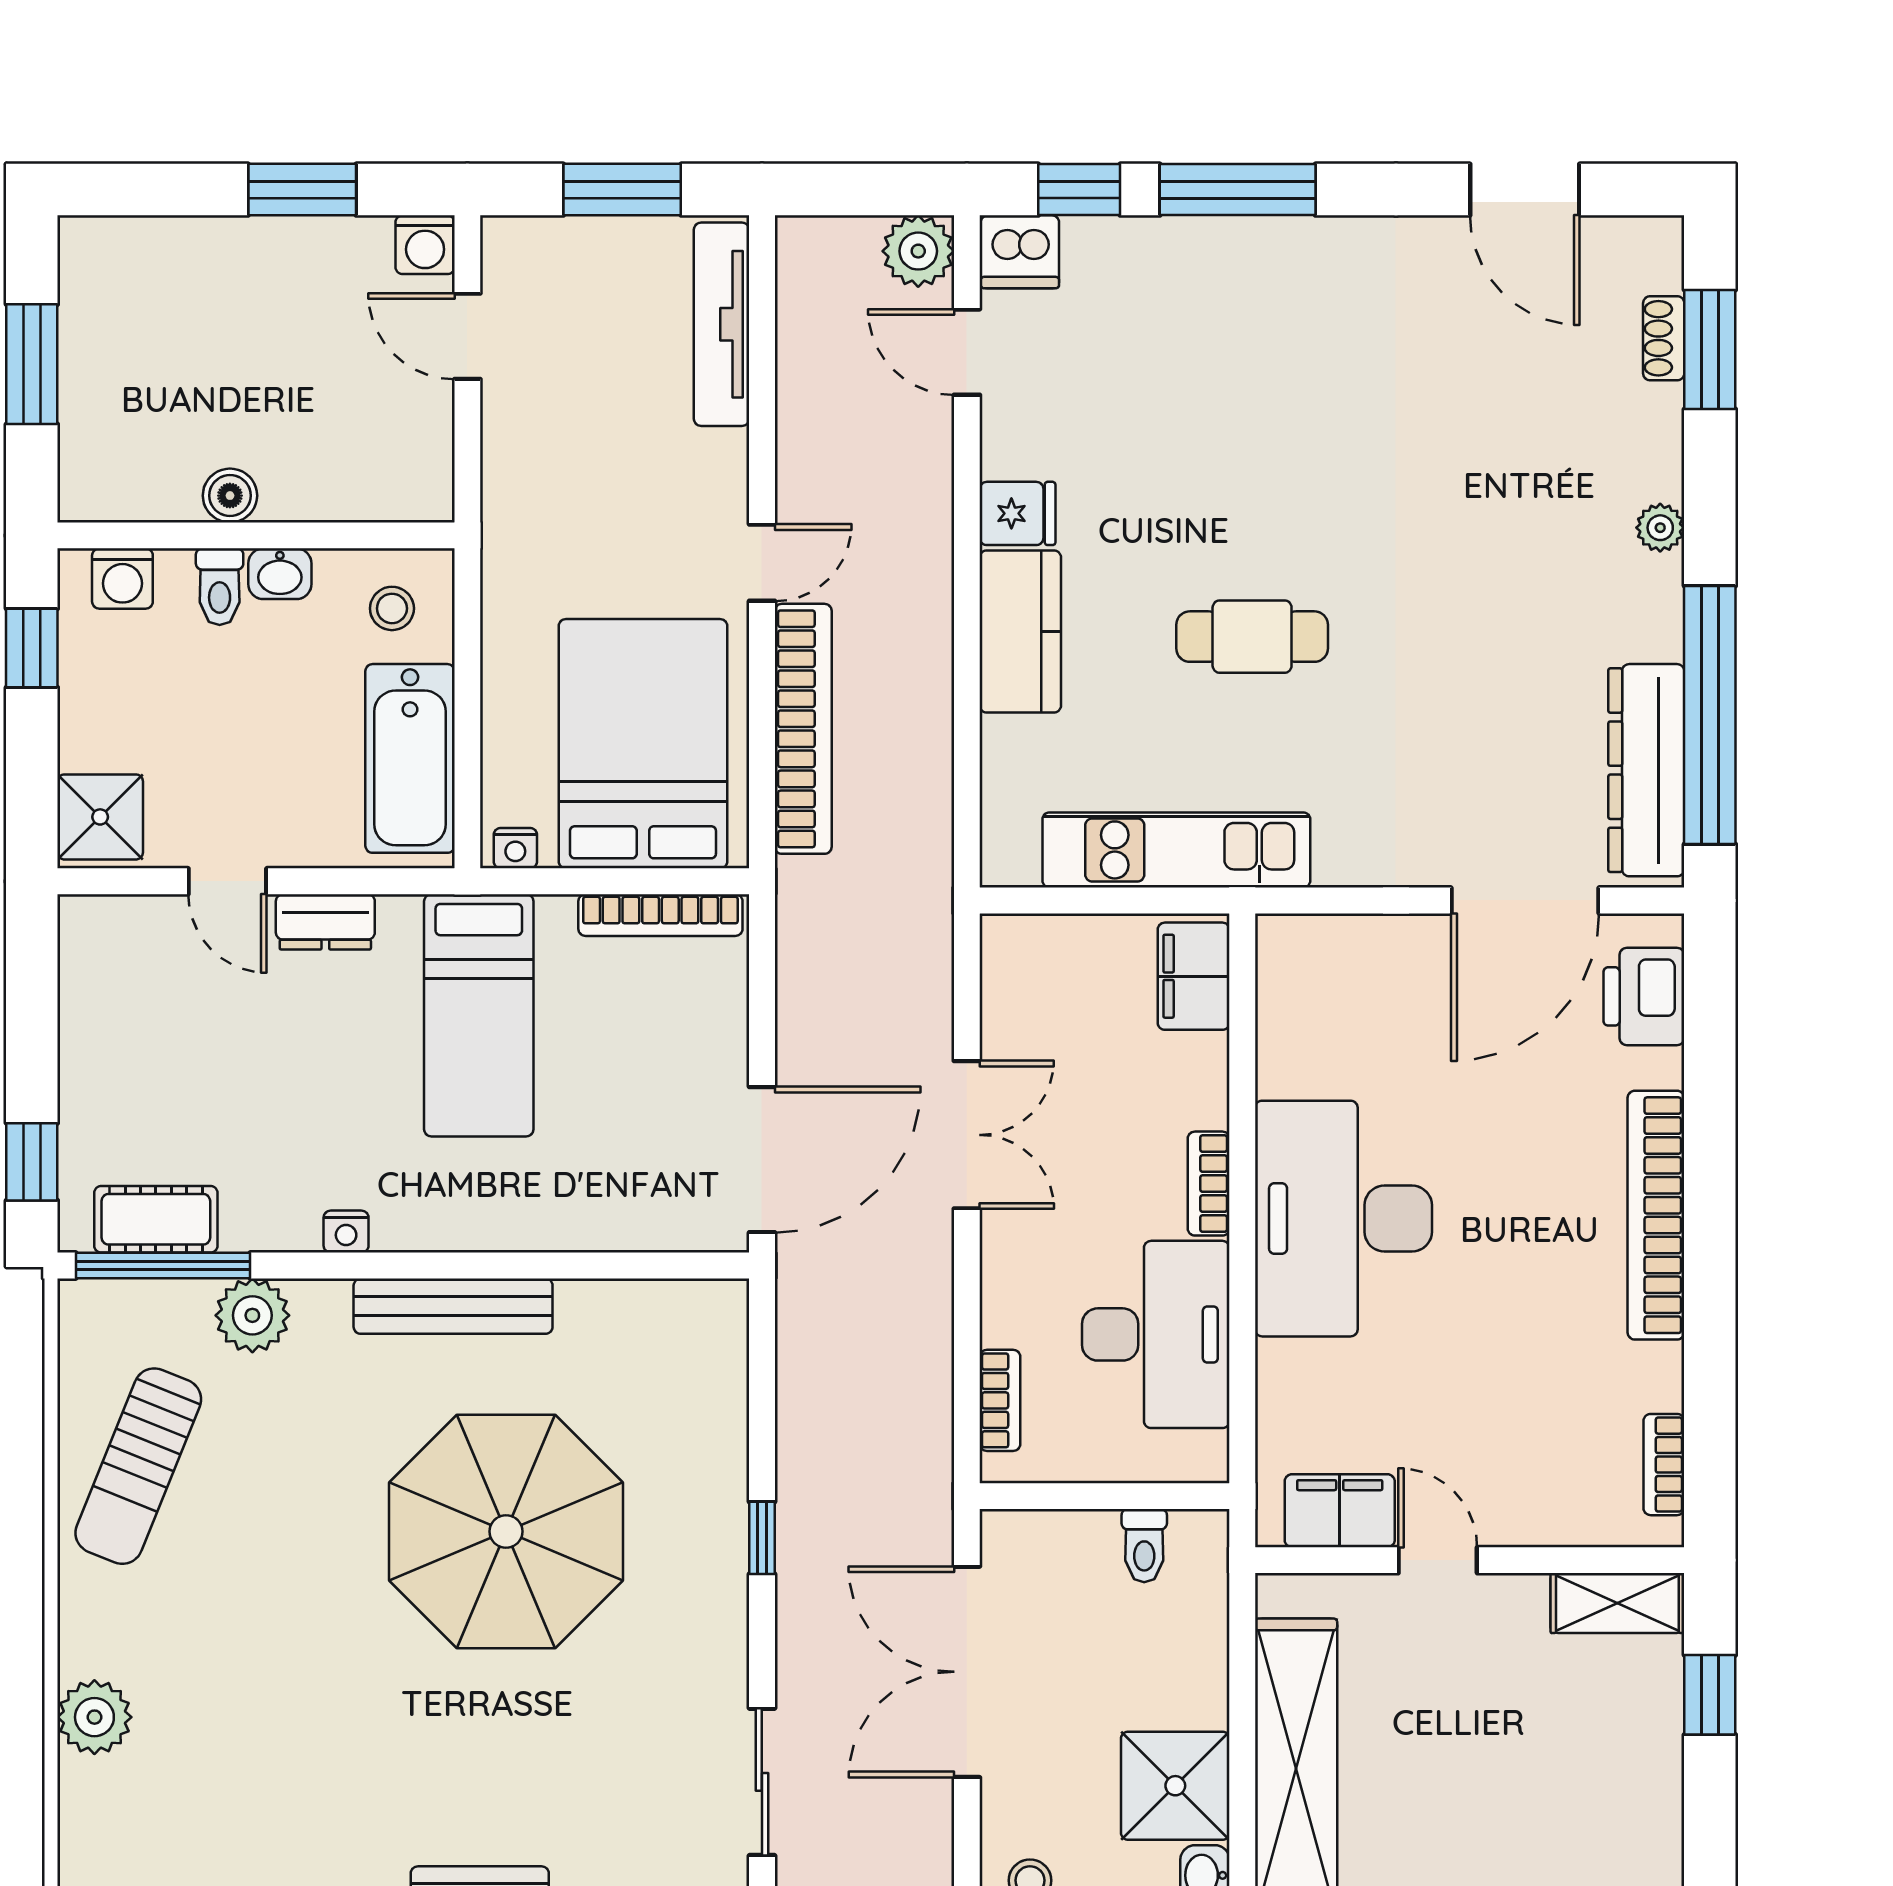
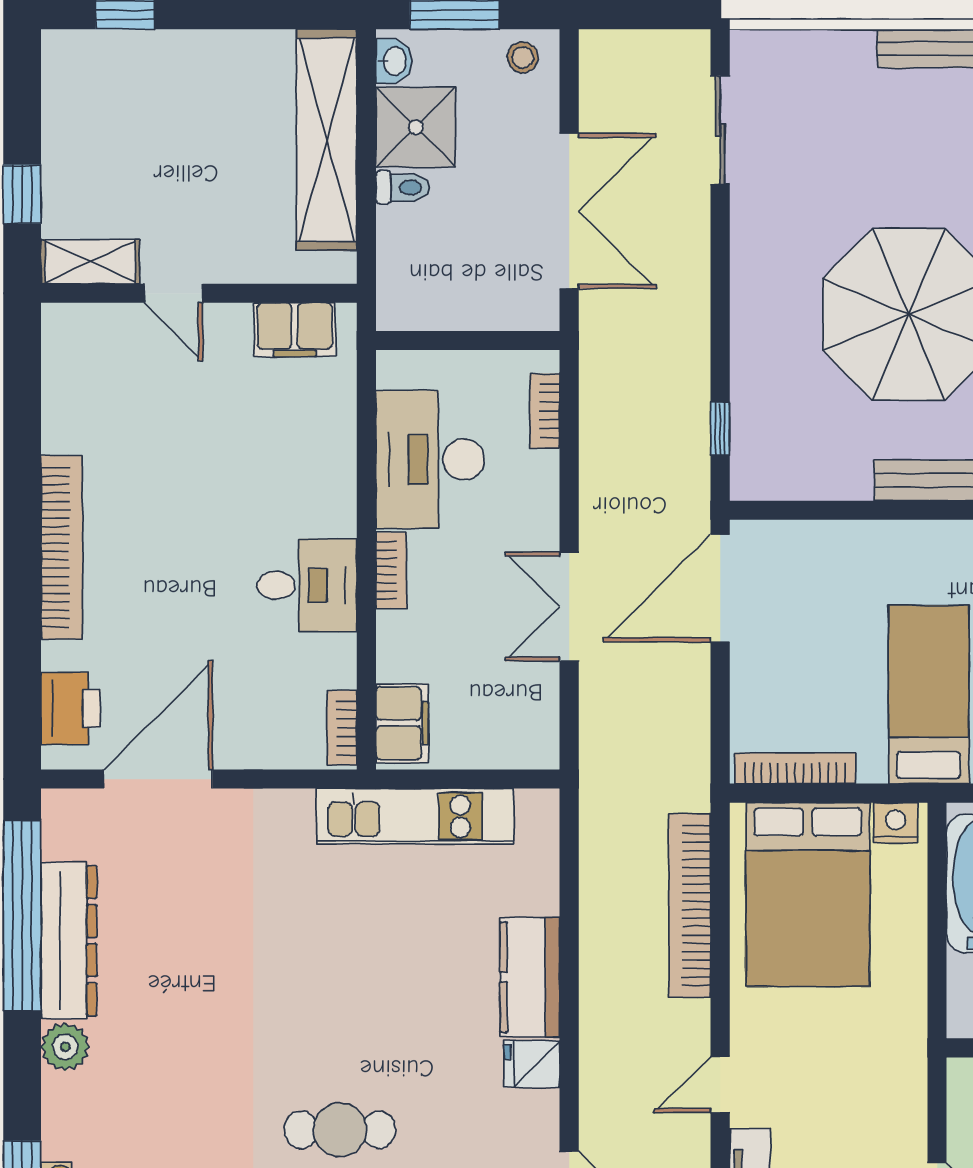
plant: (1660, 528) -> (65, 1047), width x1.38, depth x1.38
door: (762, 563) -> (720, 1084), moved
cafe table: (1252, 637) -> (340, 1130), moved
dresser: (1646, 770) -> (69, 941), moved
nightstand: (515, 848) -> (896, 823), width x1.39, depth x1.35
desk: (1343, 1219) -> (307, 585), width x0.53, depth x0.77
bookcase: (1664, 1465) -> (342, 728), moved, turned 180
window: (762, 1538) -> (720, 429), moved
toilet: (1144, 1546) -> (403, 187), moved, turned 90
door: (1438, 1560) -> (173, 293), moved

